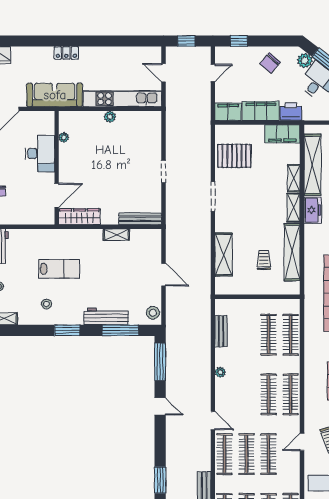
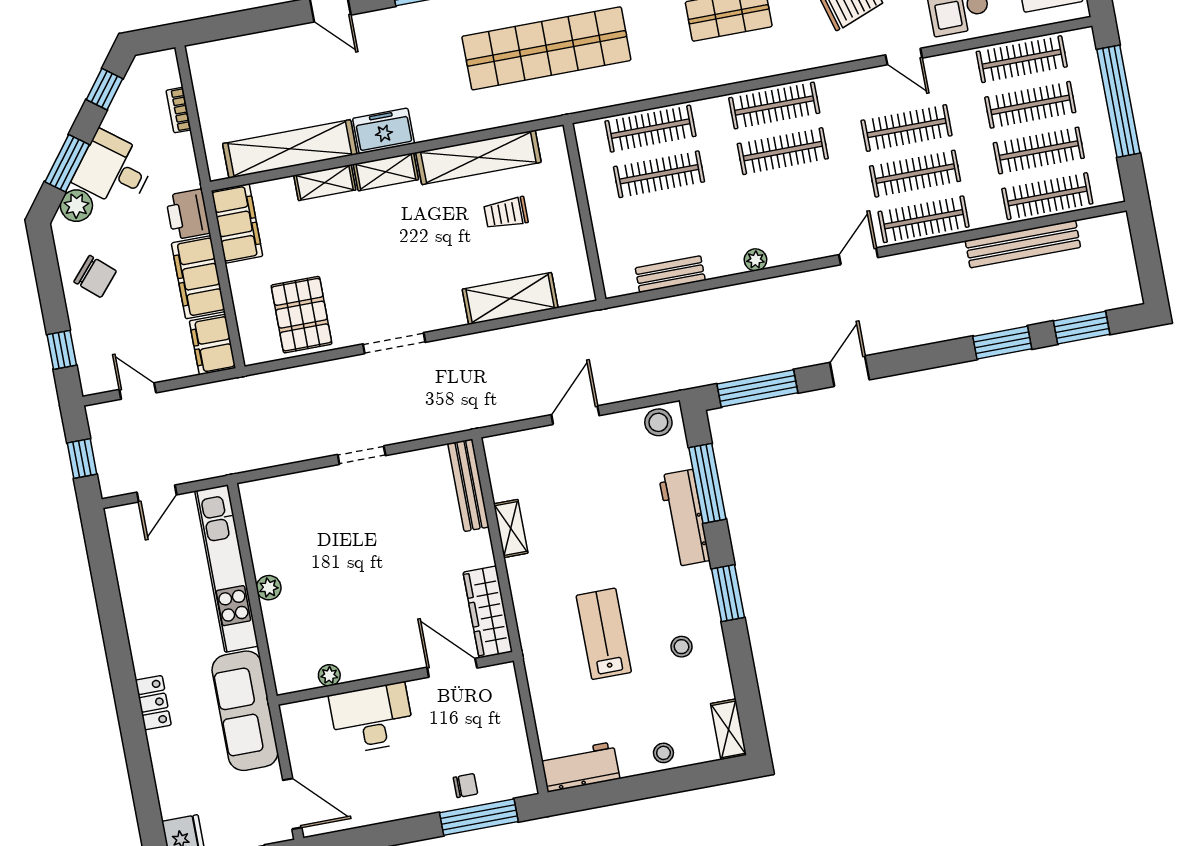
door: (302, 442) -> (904, 56), moved

